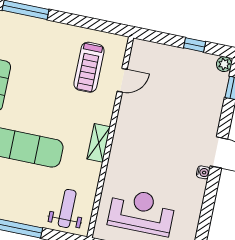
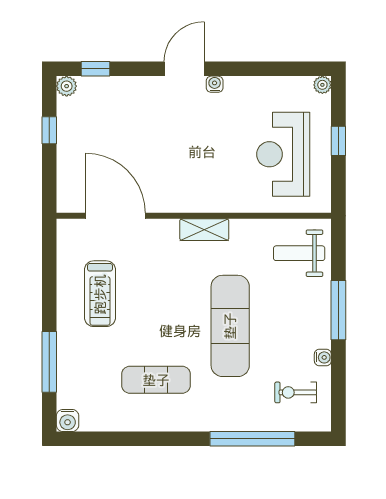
treadmill: (89, 67) -> (100, 294), moved, turned 90
door: (122, 80) -> (116, 216), width x1.88

